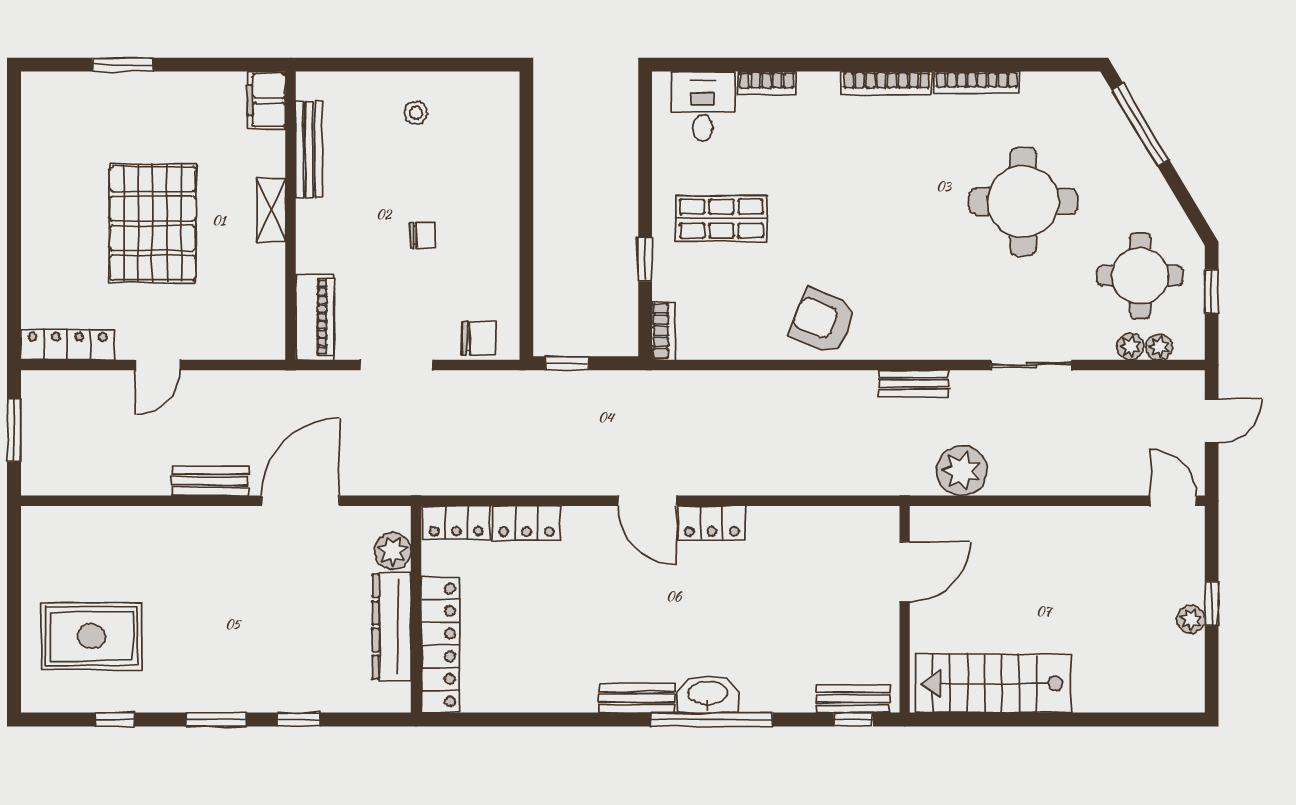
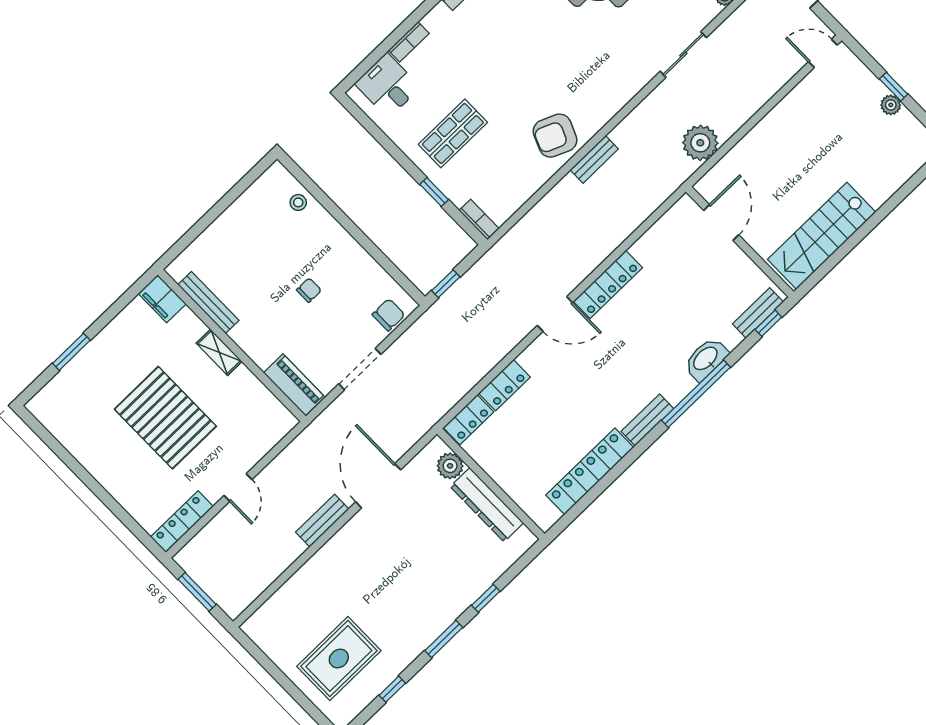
stool: (416, 113) -> (298, 202), moved
bench: (914, 383) -> (594, 159), moved
locker: (712, 523) -> (608, 284), width x1.53
locker: (440, 645) -> (590, 471), moved, turned -90
washbasin: (708, 694) -> (706, 359), moved

